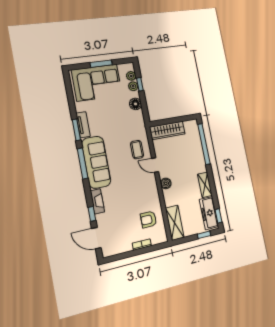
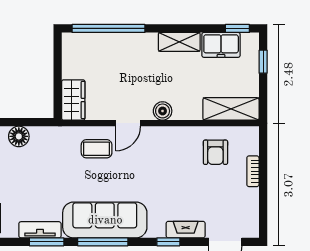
wardrobe: (167, 130) -> (73, 100), width x0.67
fireplace: (97, 201) -> (186, 230), moved
freezer: (209, 213) -> (221, 45), width x0.71
window: (92, 214) -> (168, 242), moved

